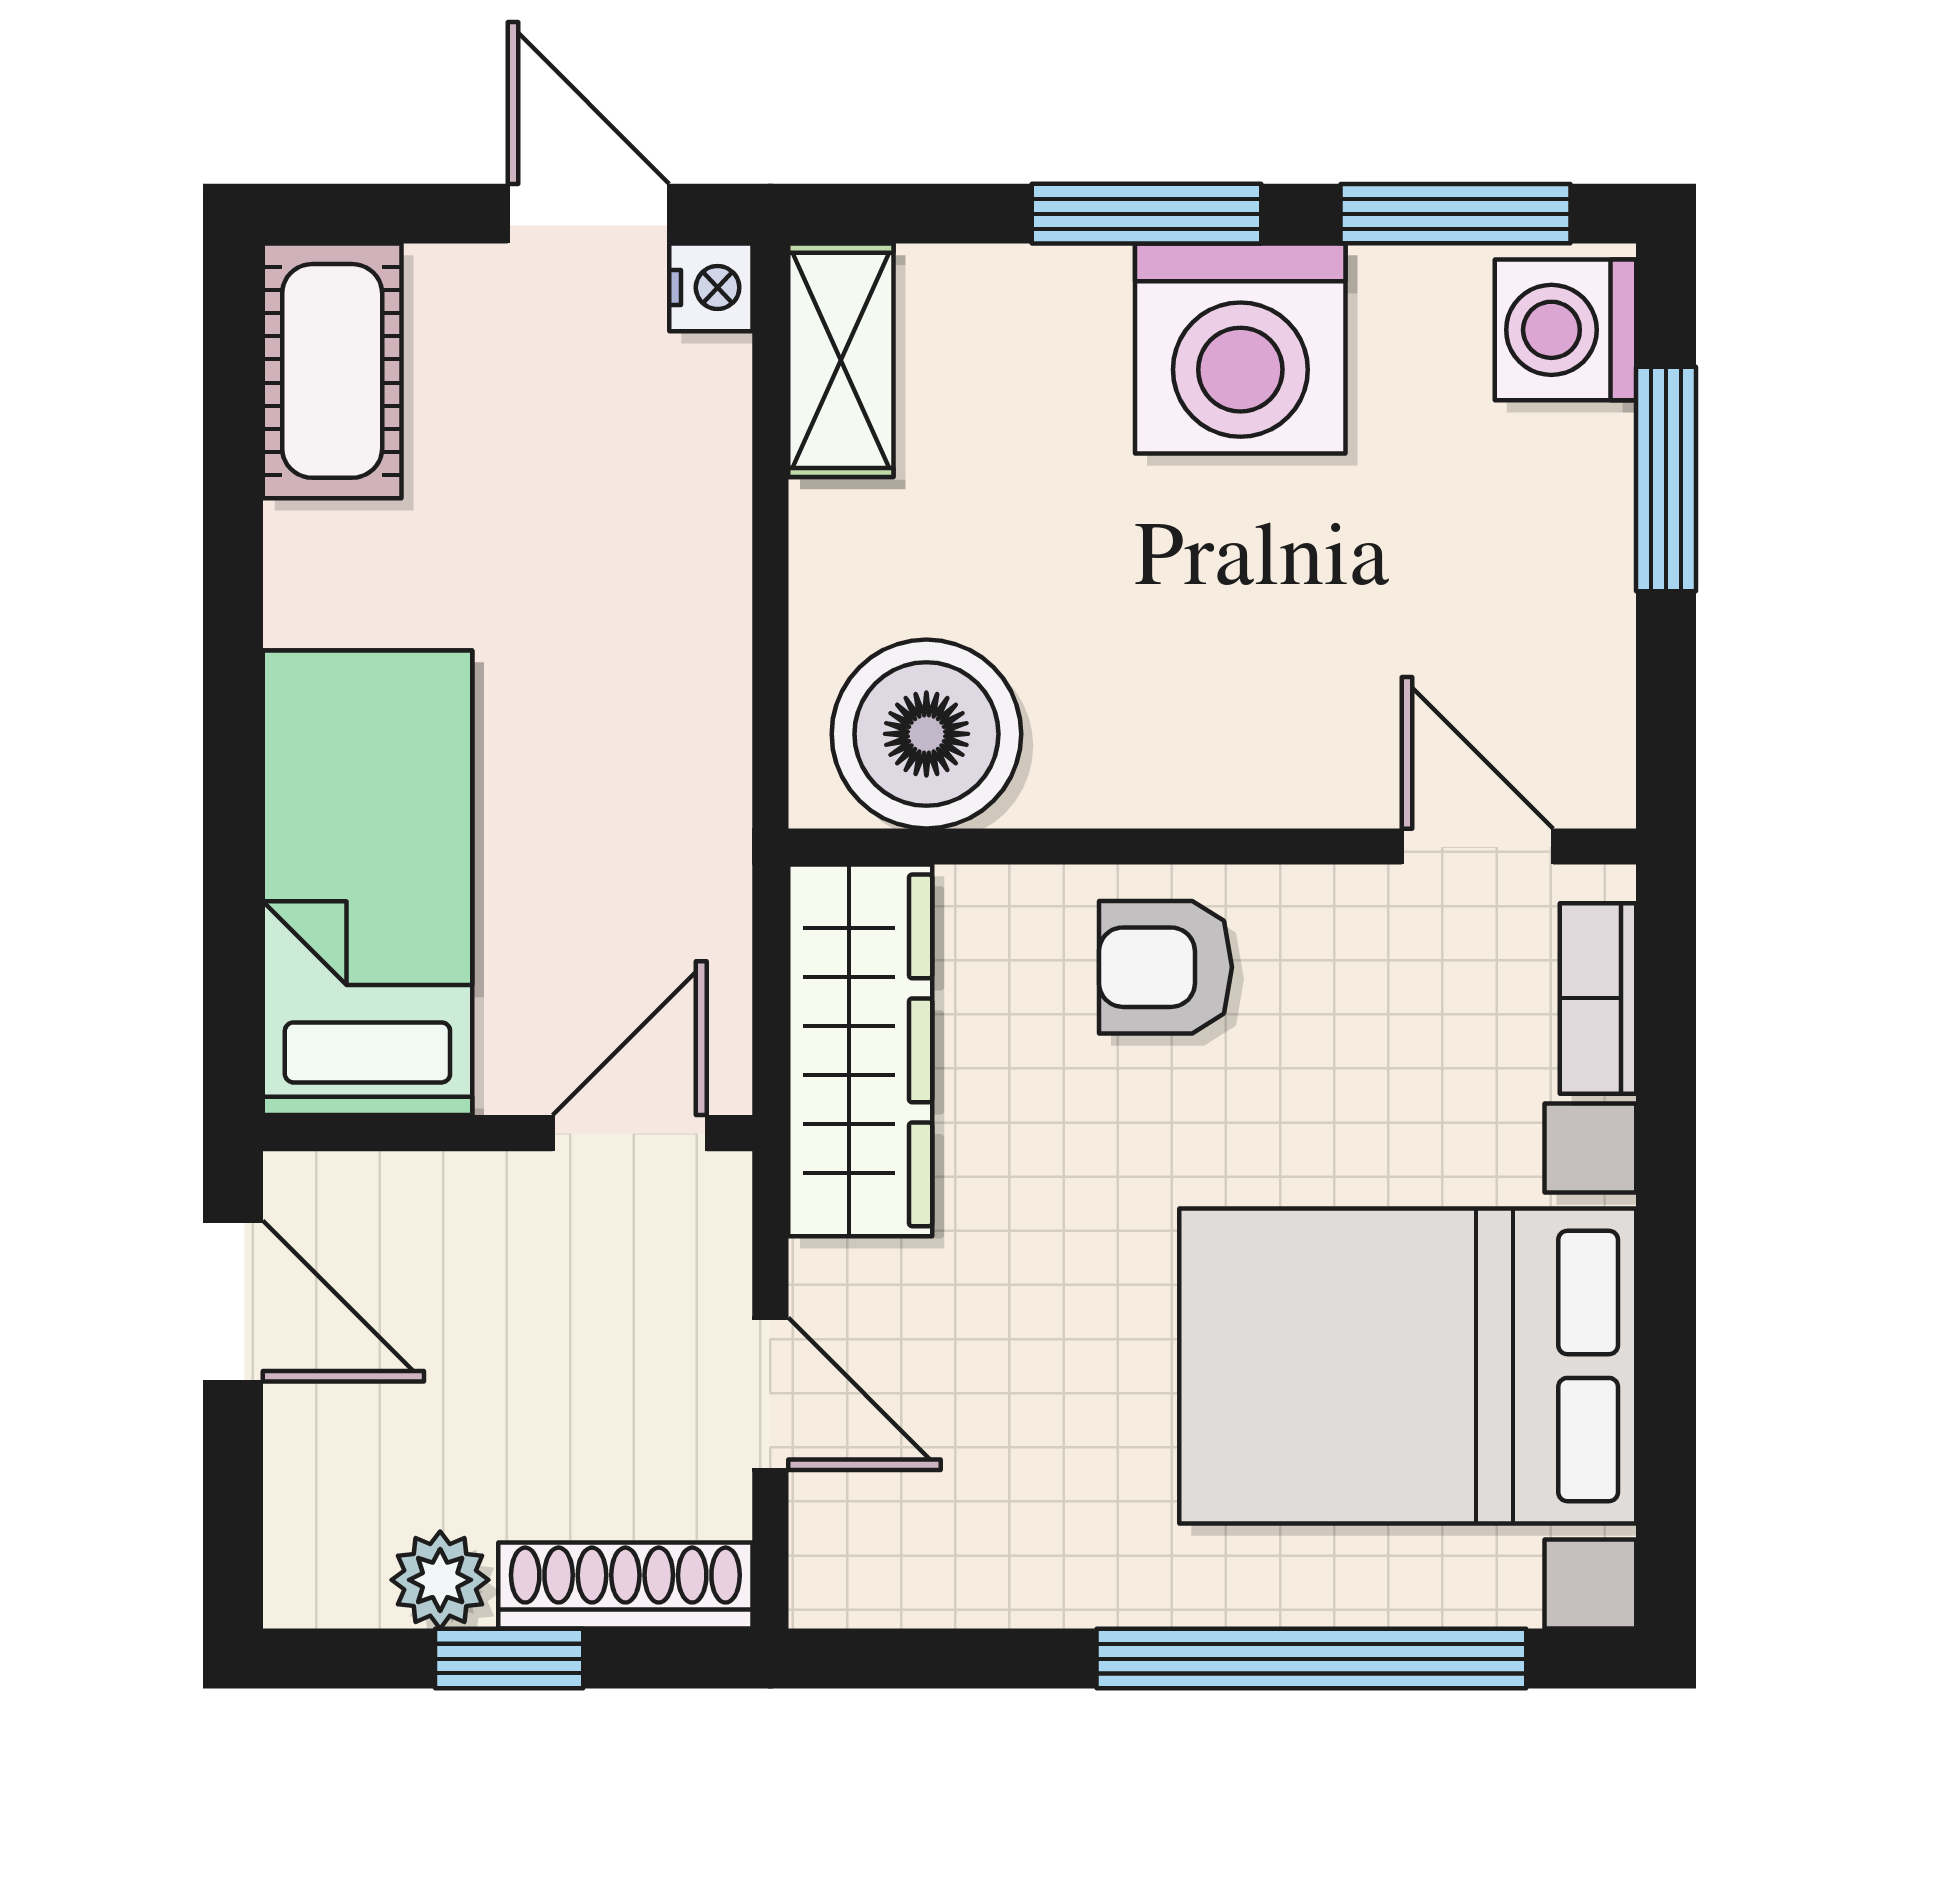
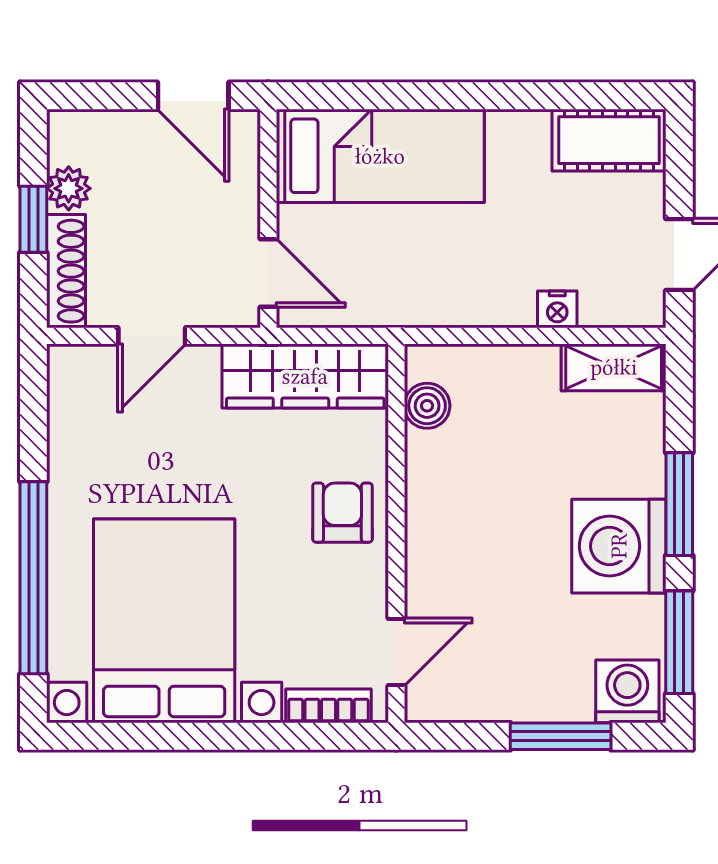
nightstand: (711, 287) -> (557, 309), moved
boiler: (926, 734) -> (427, 406), width x0.54, depth x0.54
door: (233, 1301) -> (193, 96), hinge flipped

